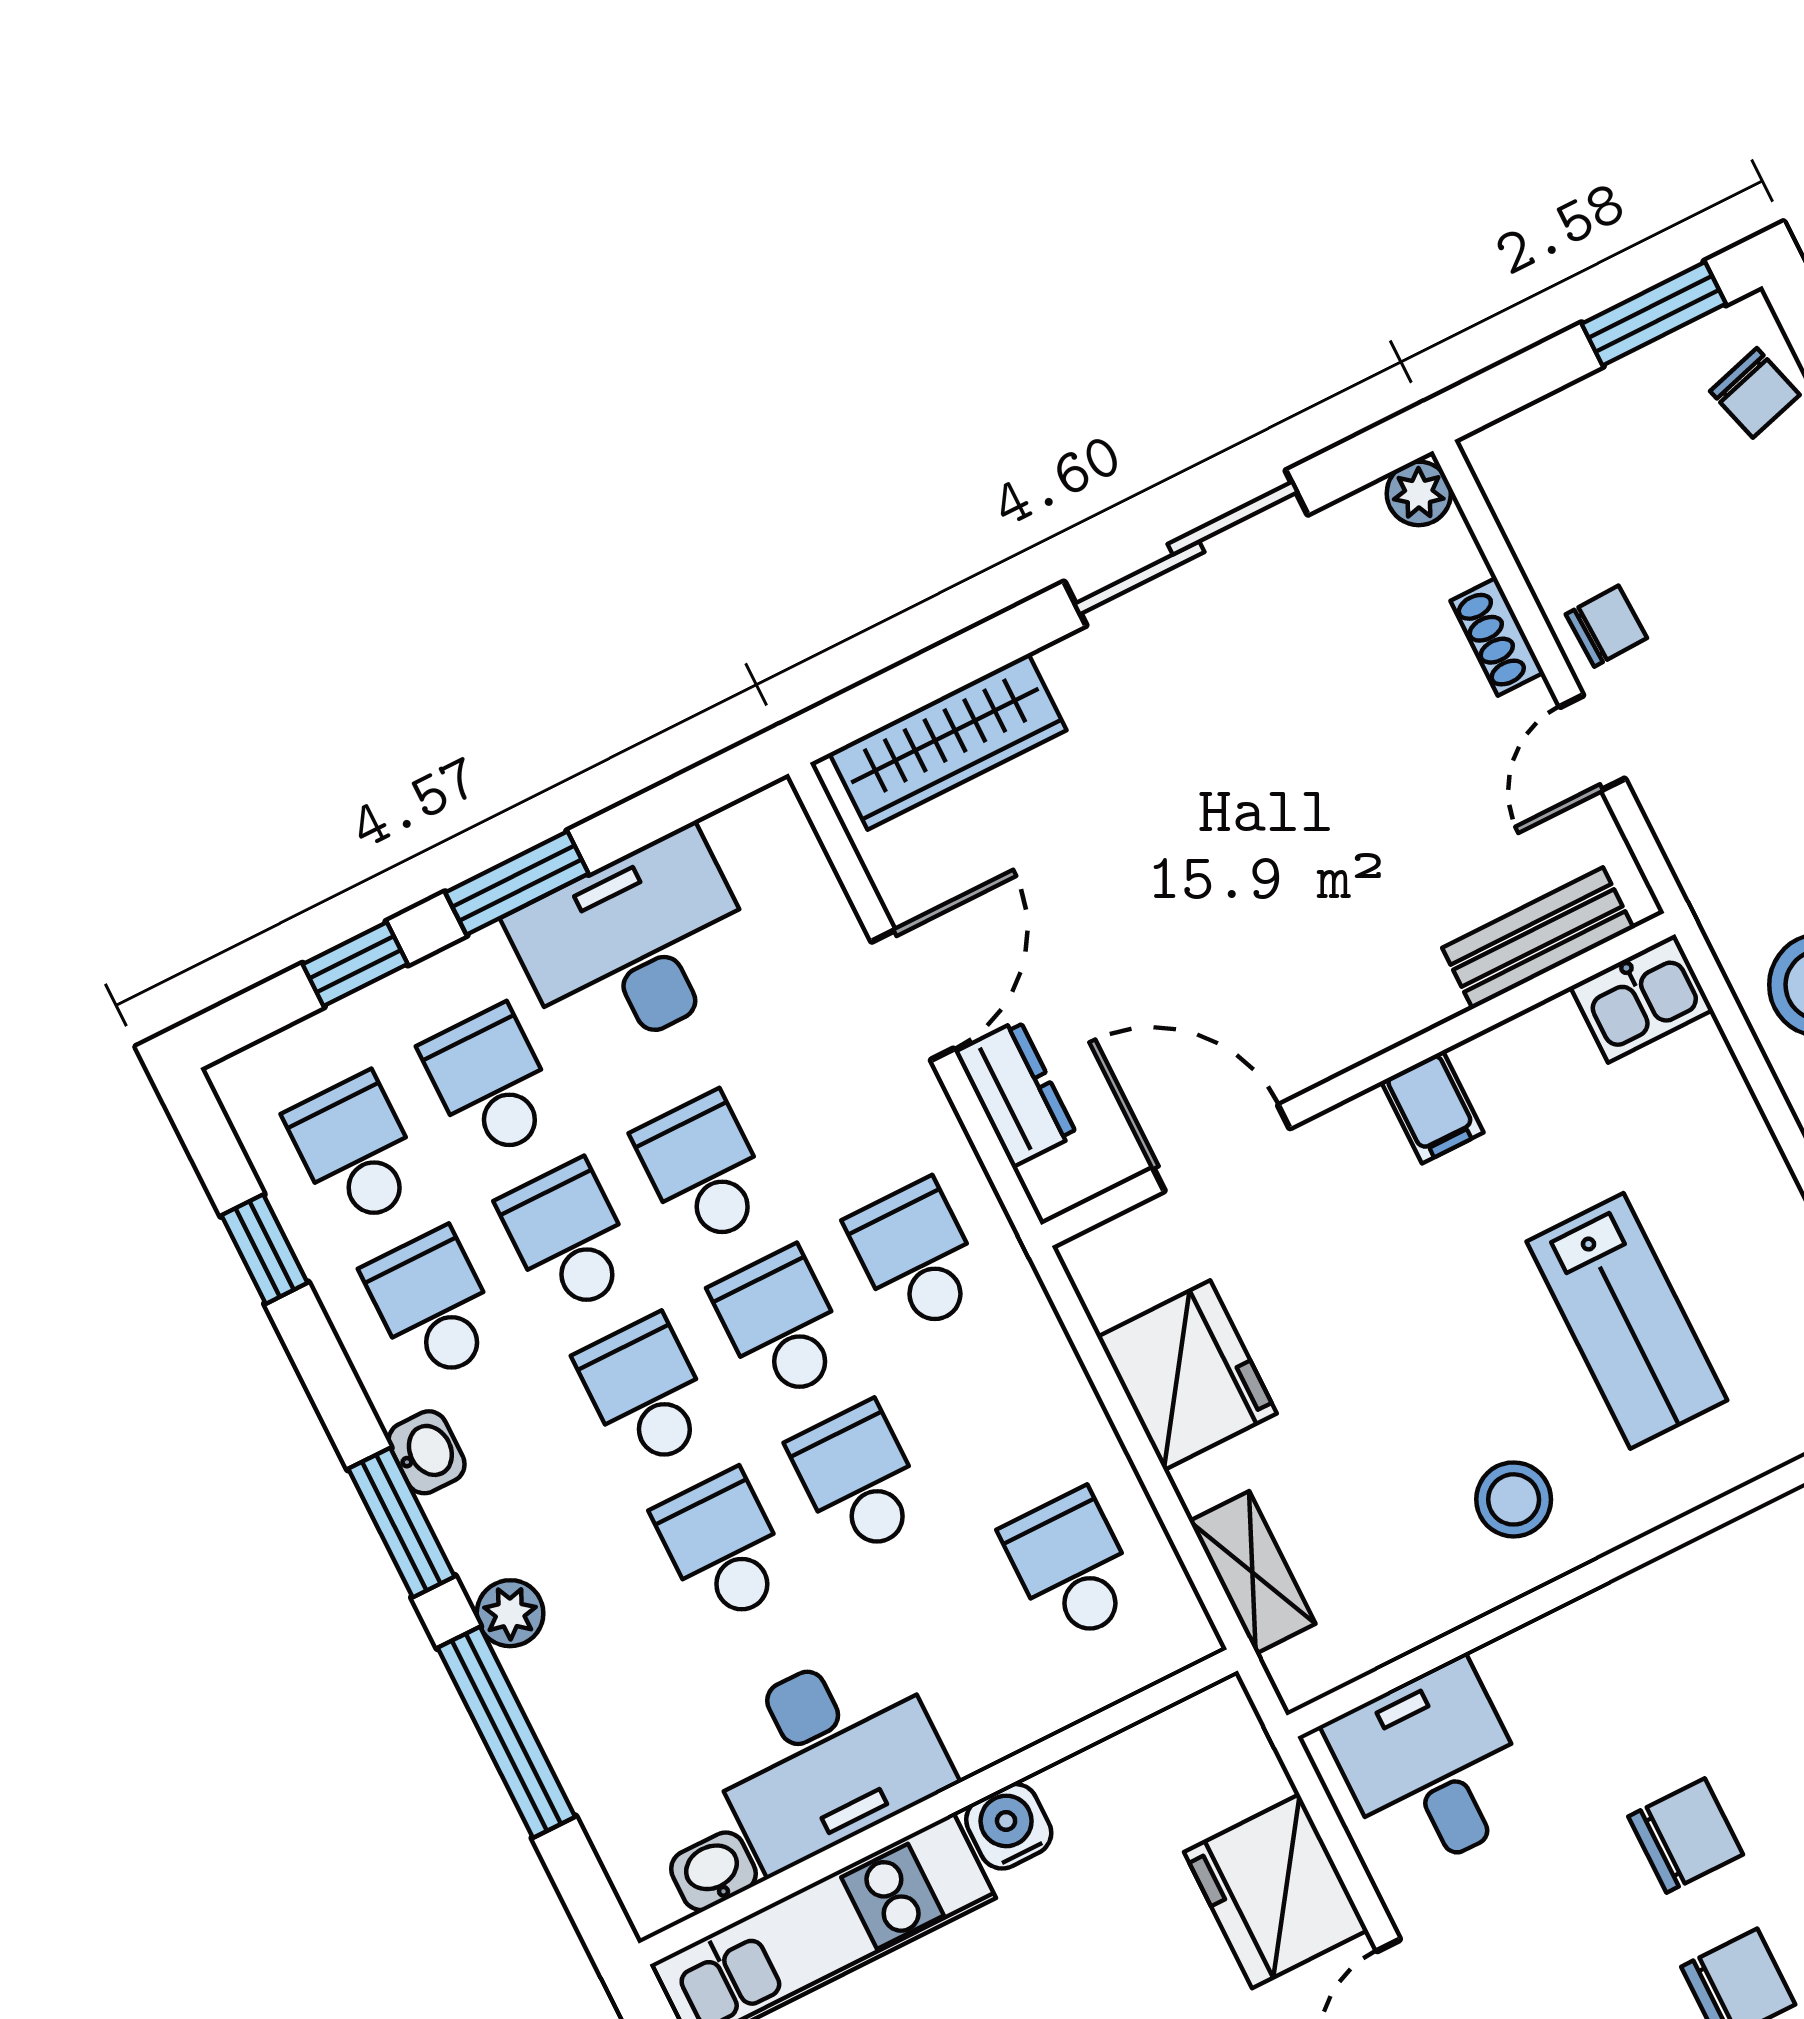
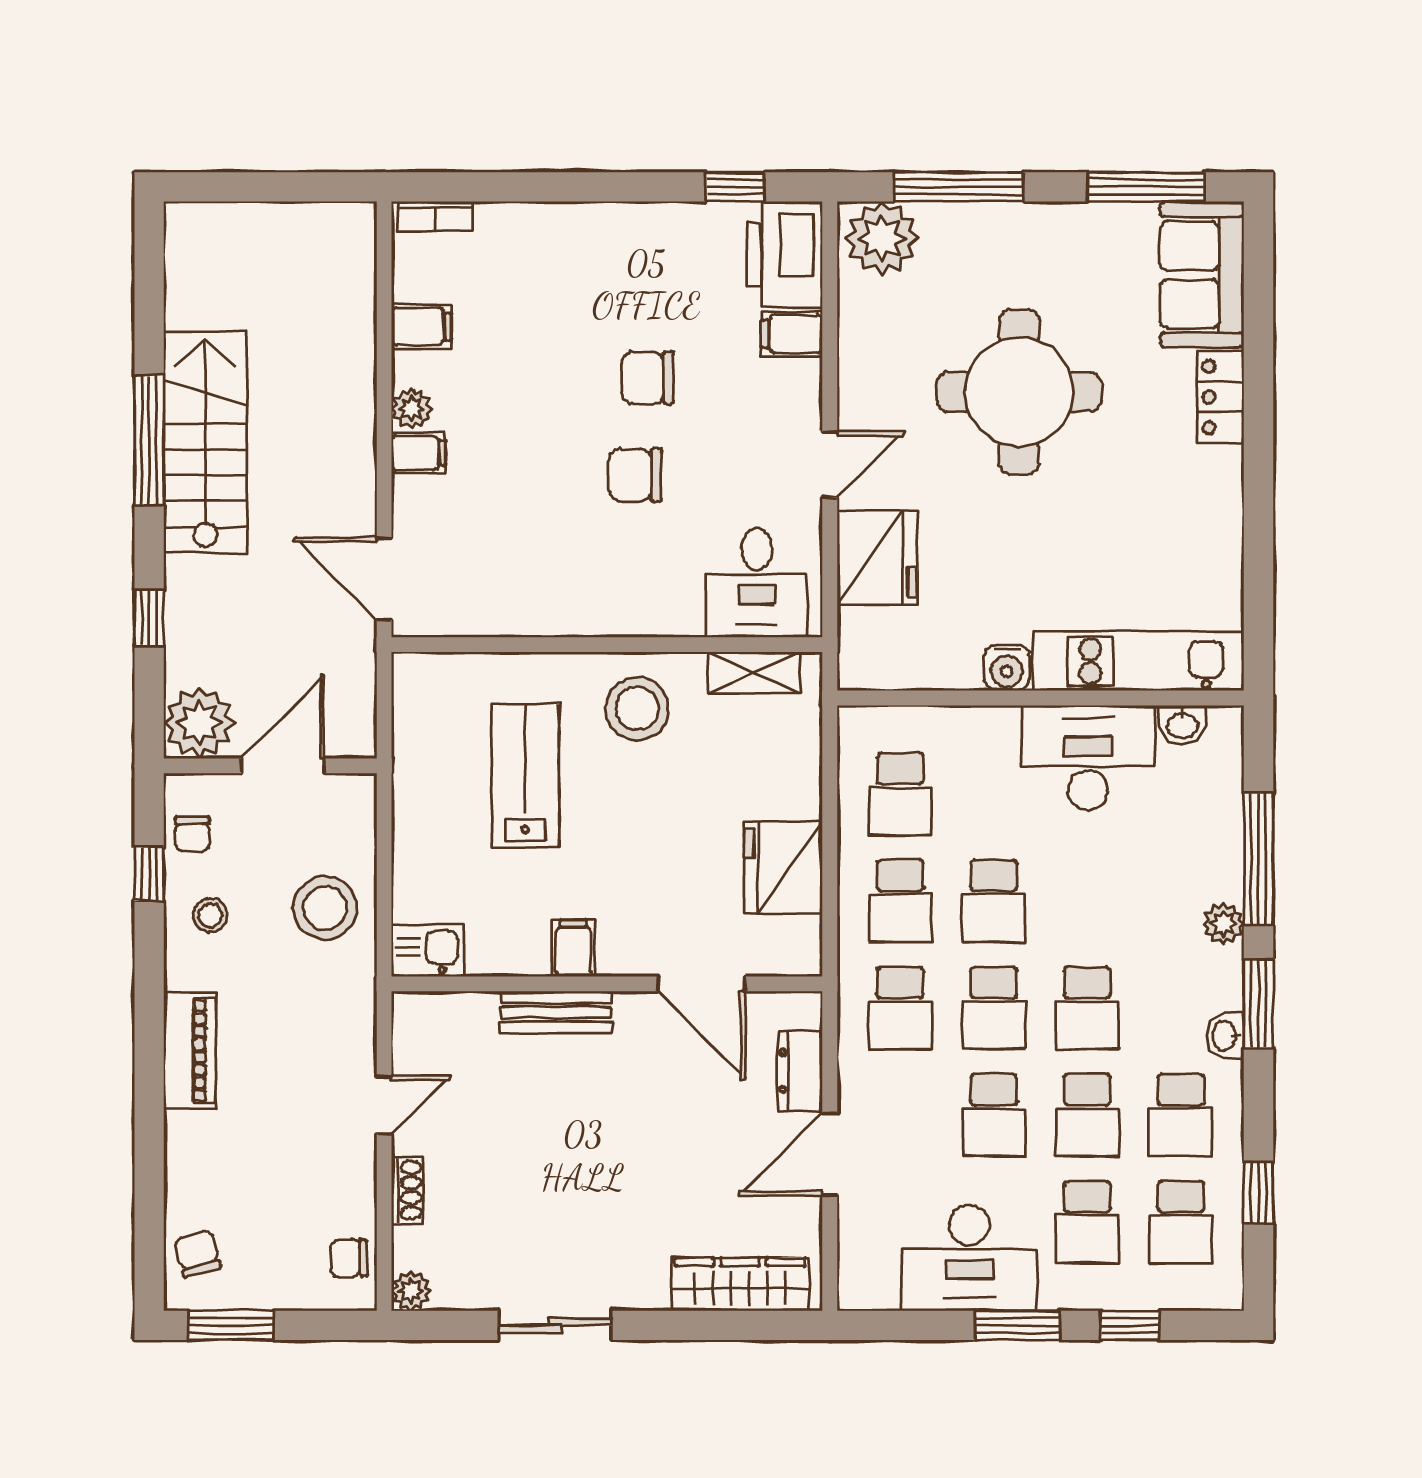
sliding door: (1186, 548) -> (555, 1325), width x0.73
chair: (1606, 626) -> (349, 1258), moved
bench: (1538, 938) -> (556, 1012), moved
stool: (1514, 1499) -> (637, 709), width x1.38, depth x1.38
school desk: (723, 1547) -> (900, 901), moved
shelving: (1252, 1572) -> (754, 673), moved, turned 90

